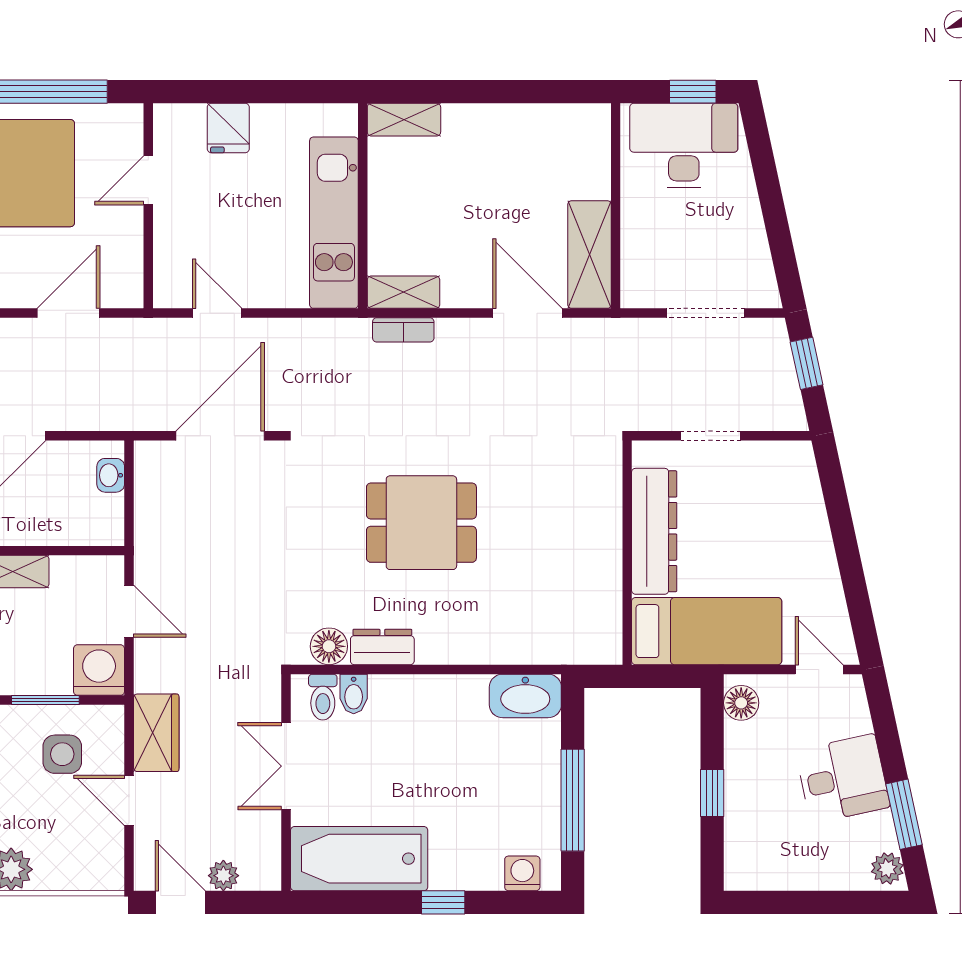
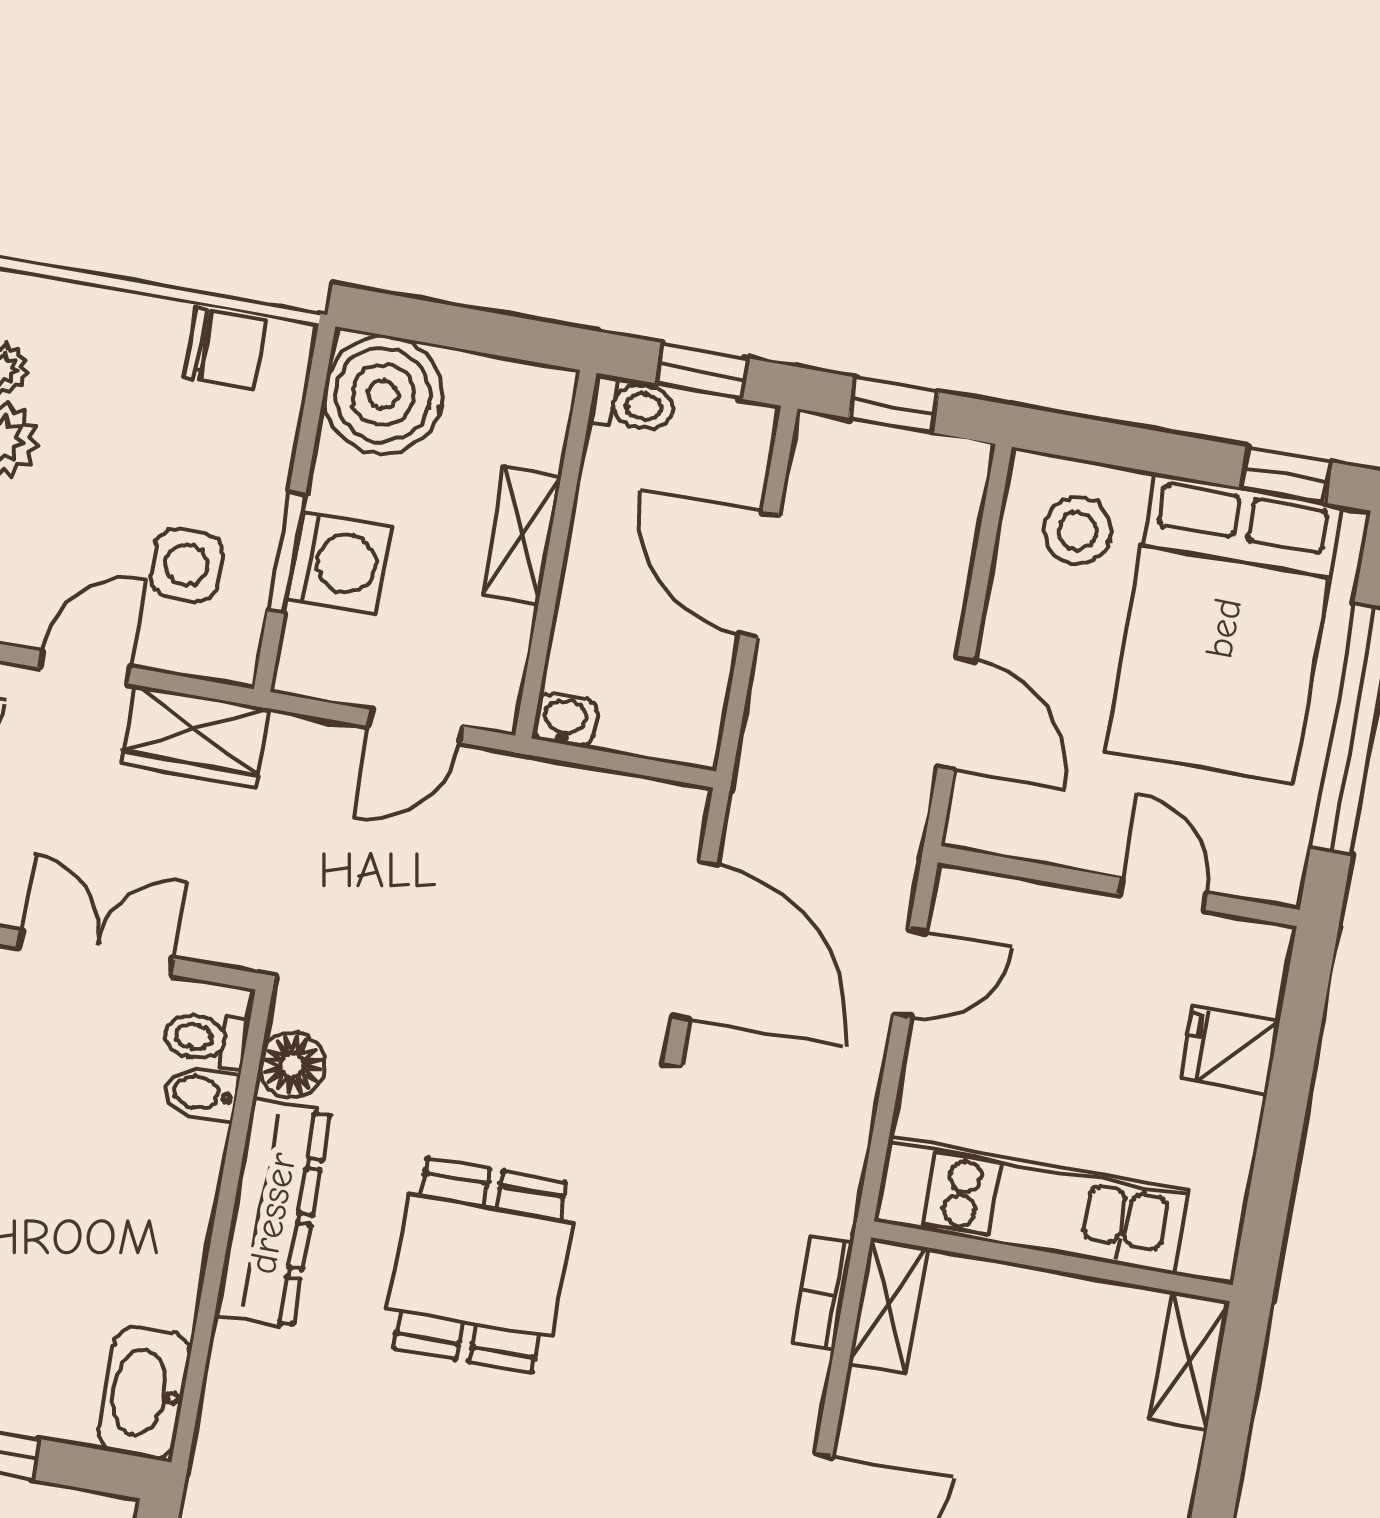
washbasin: (111, 475) -> (565, 720), moved
dresser: (382, 647) -> (273, 1213), width x1.96, depth x1.24
washing machine: (99, 670) -> (339, 563), moved

